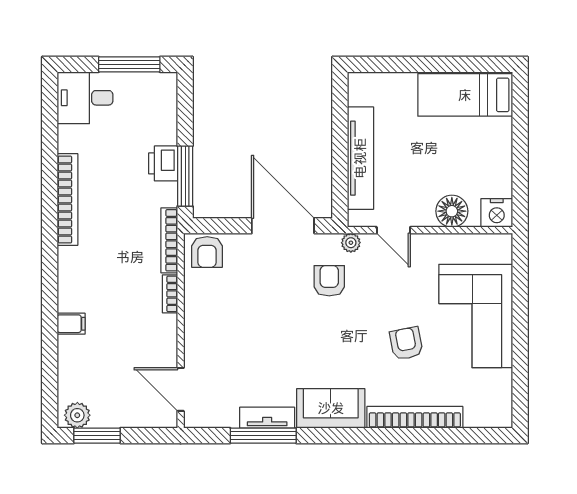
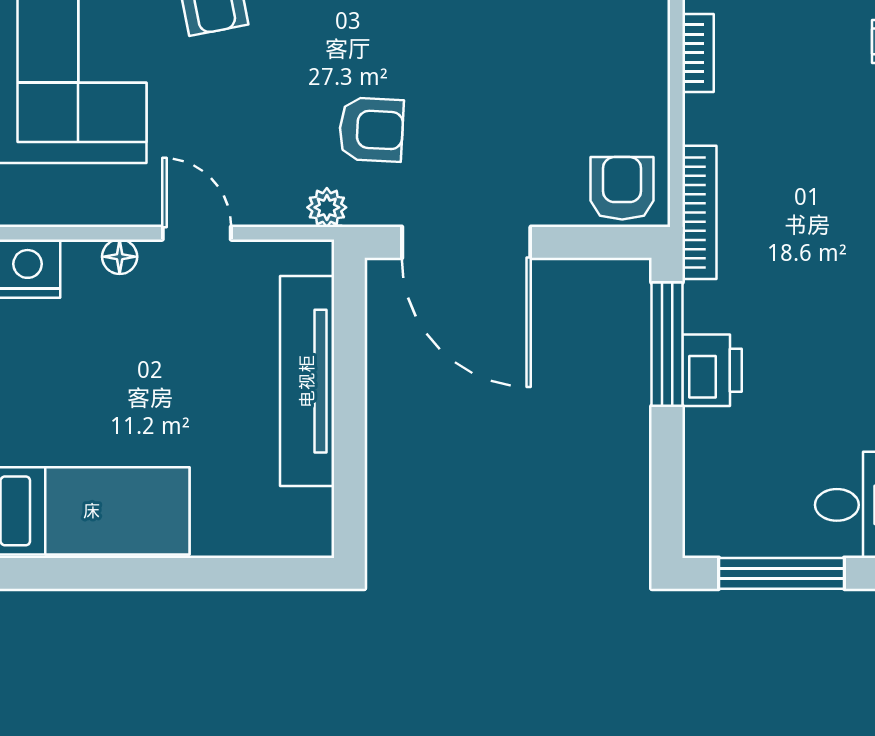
floor lamp: (452, 211) -> (120, 257), width x0.53, depth x0.53
door: (393, 230) -> (197, 233), moved
armchair: (329, 281) -> (371, 130), turned -87
bookcase: (170, 294) -> (698, 53), moved

